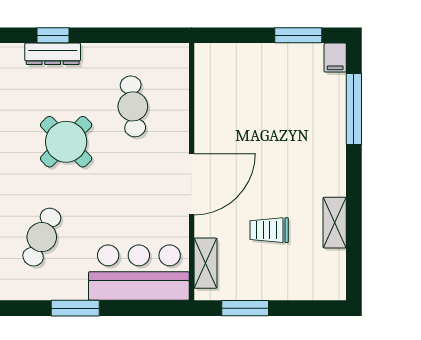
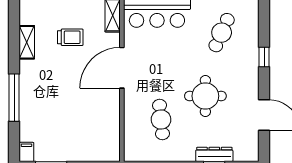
window: (354, 109) -> (14, 98), moved
round table: (66, 142) -> (205, 96), turned 45

